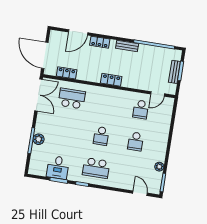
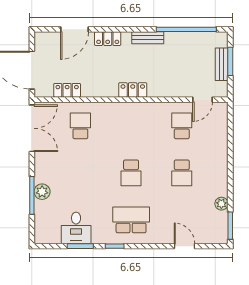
school desk: (72, 99) -> (80, 126), width x0.54
school desk: (141, 109) -> (182, 126), turned 180
school desk: (96, 168) -> (131, 220), turned 180
door: (140, 193) -> (184, 246), moved

